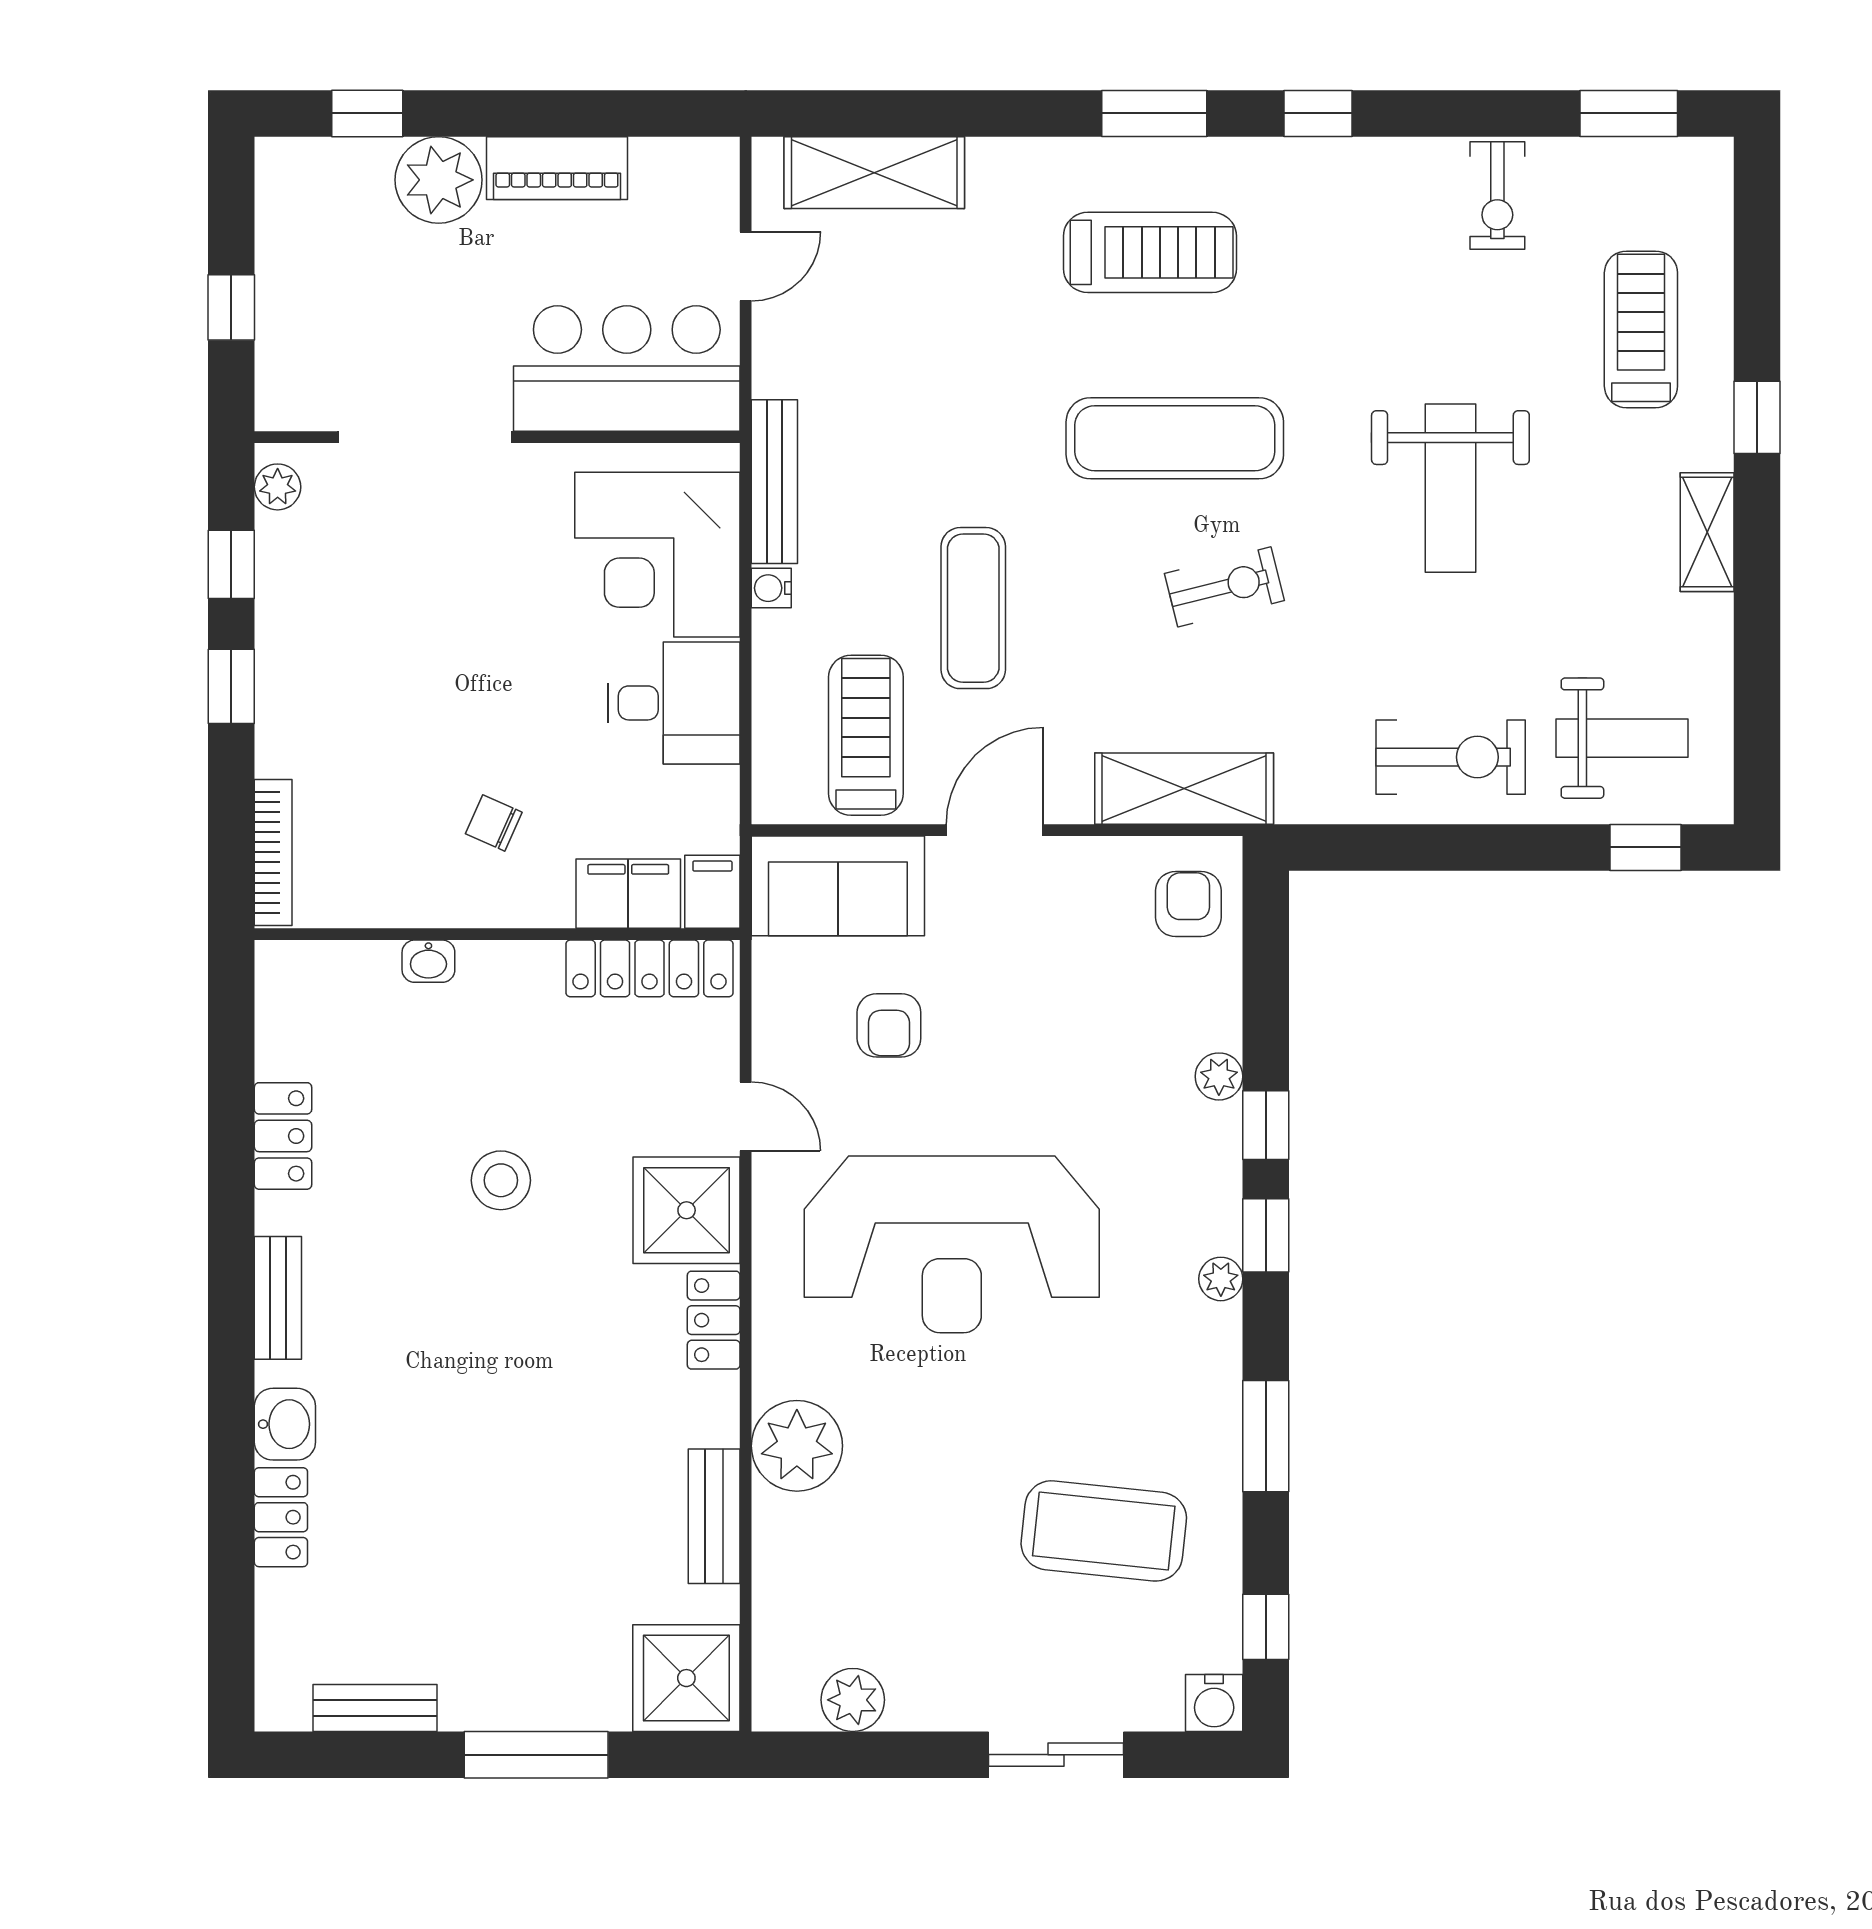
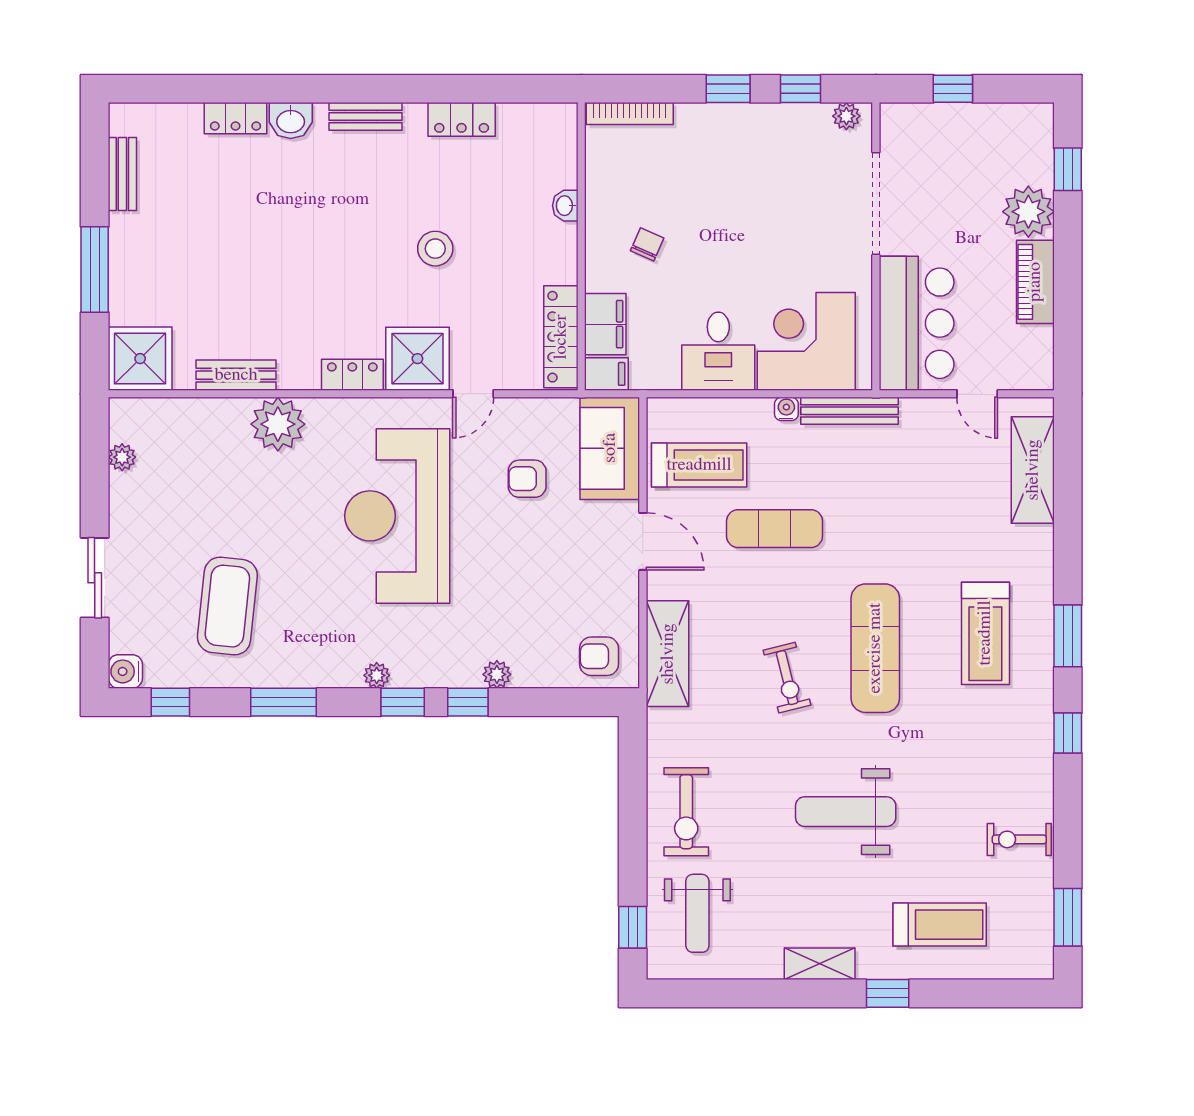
armchair: (1188, 904) -> (599, 656), turned 180
plant: (853, 1700) -> (122, 457), width x0.73, depth x0.73

